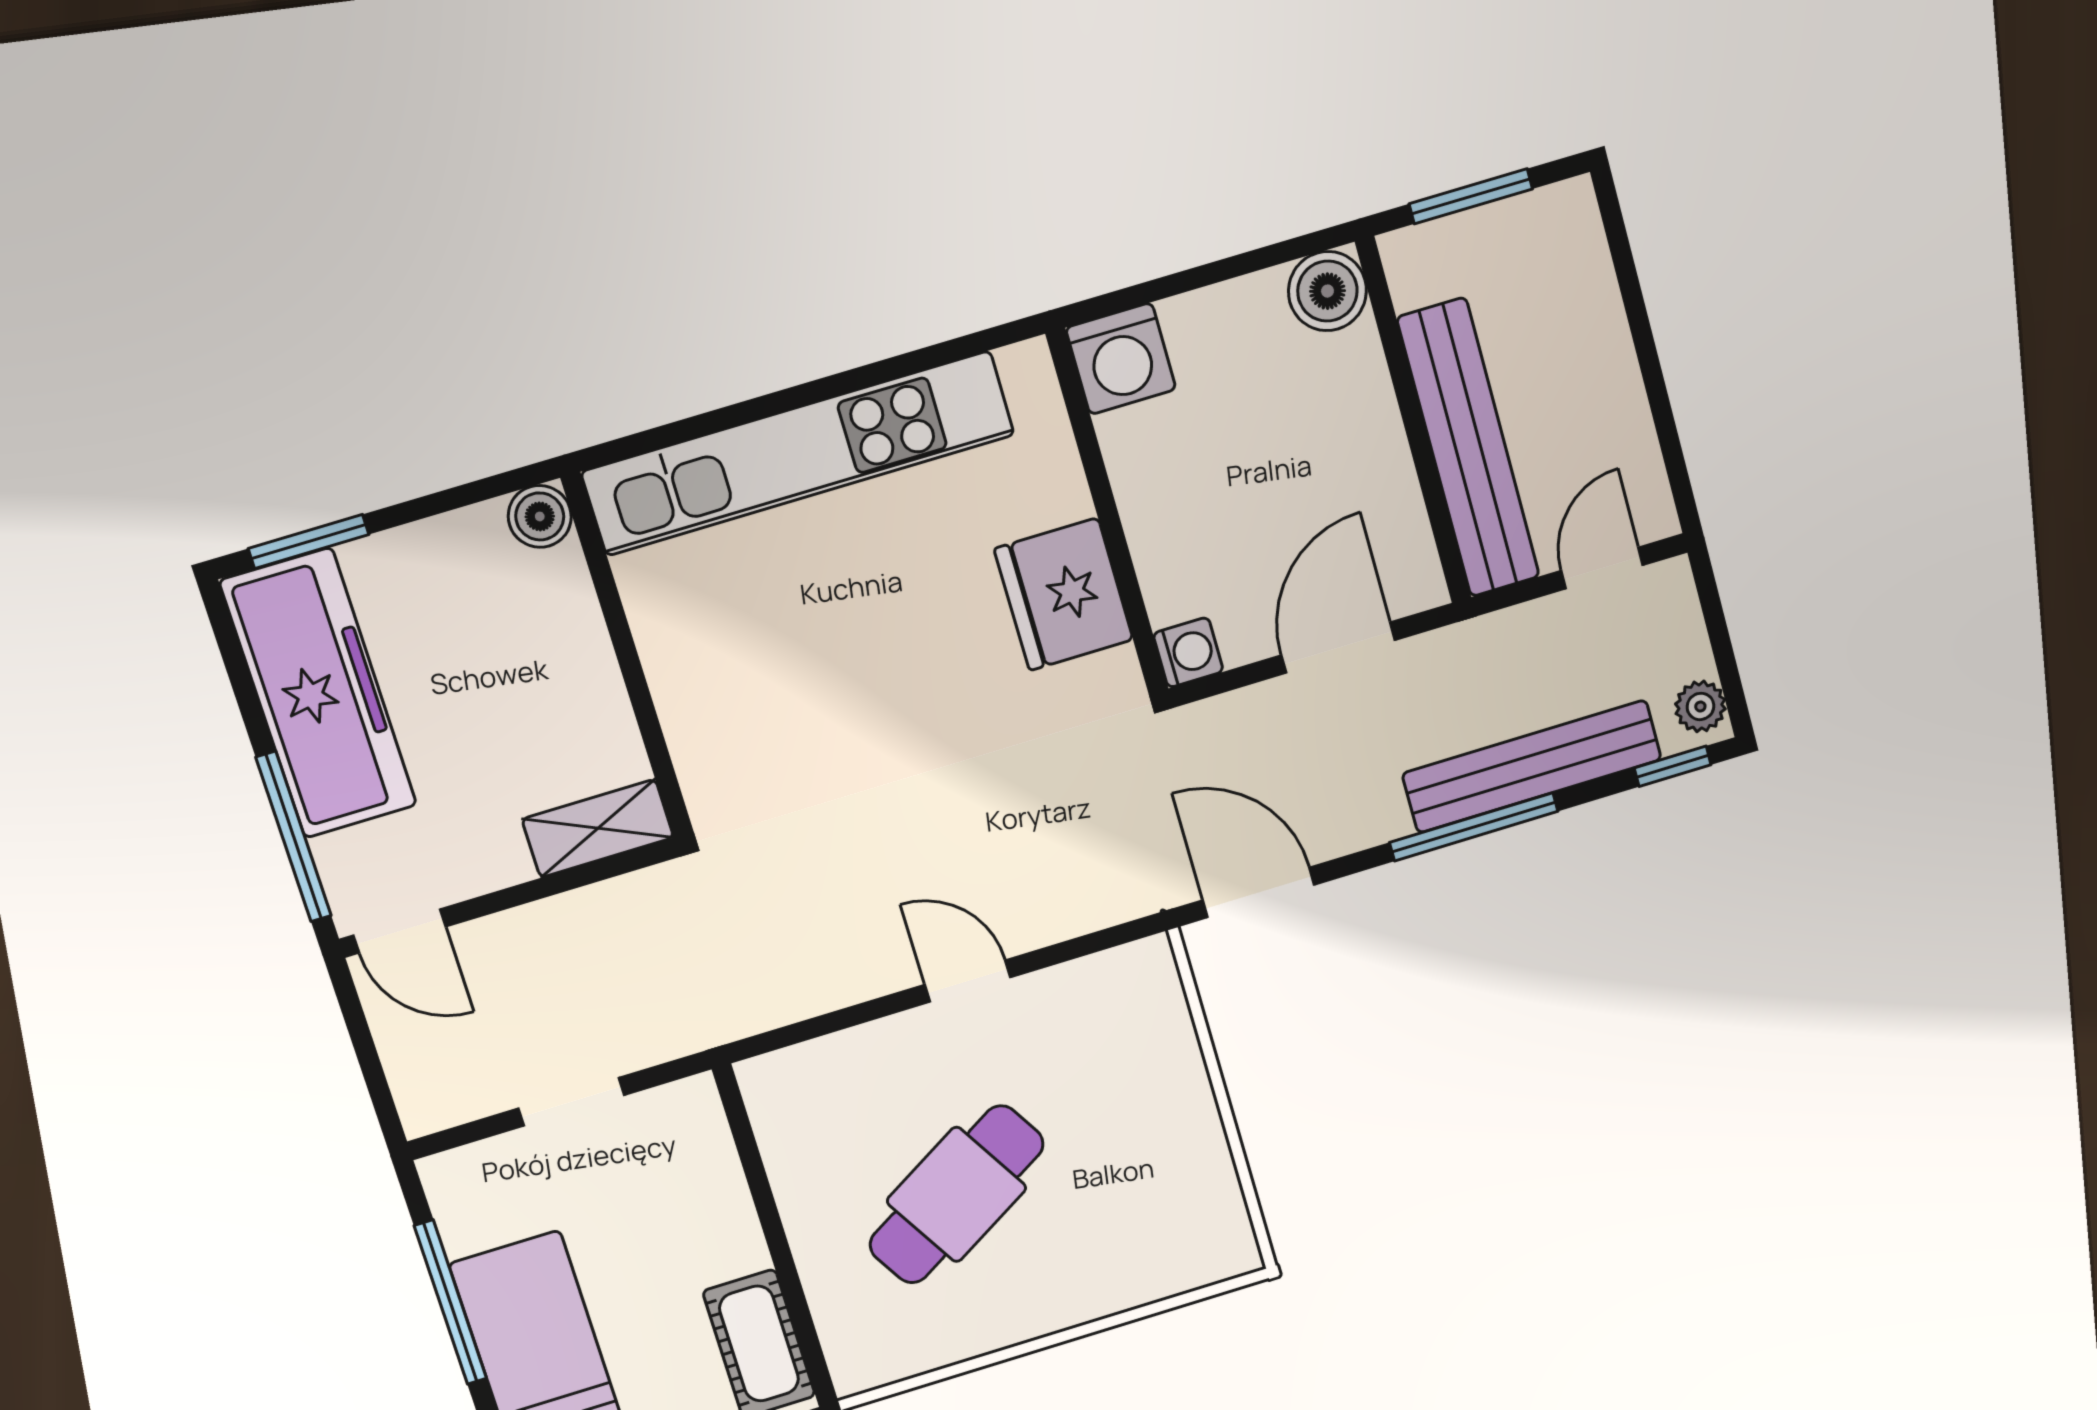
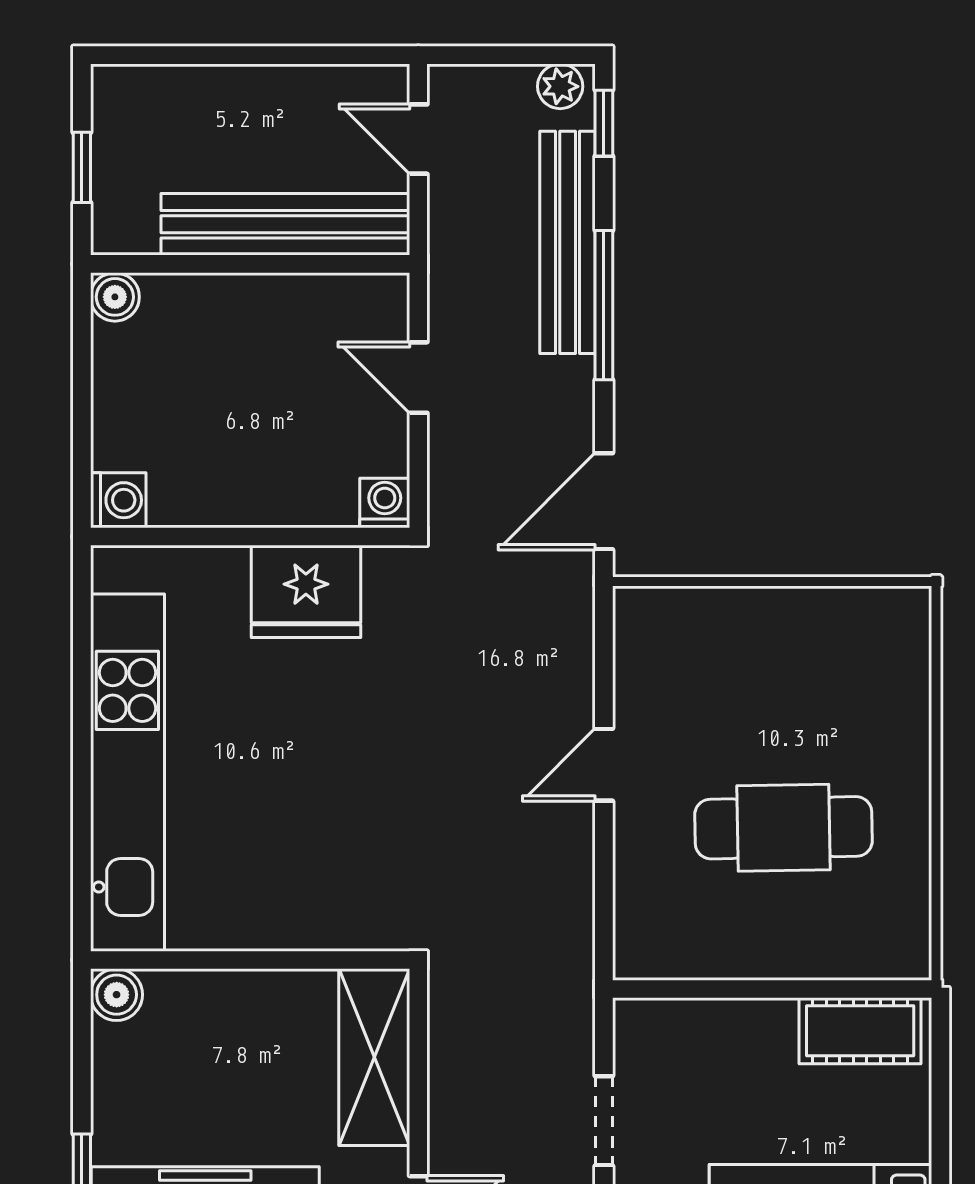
window: (1471, 196) -> (82, 167), width x0.67
boiler: (1327, 291) -> (115, 297), width x0.73, depth x0.73
washing machine: (1121, 359) -> (118, 500), width x0.73, depth x0.73
door: (1338, 648) -> (418, 378), width x0.73
shelving: (598, 828) -> (374, 1057), width x1.50, depth x1.33
cafe table: (957, 1194) -> (783, 828), turned -60

